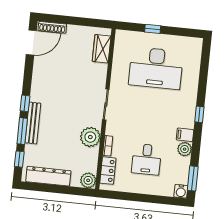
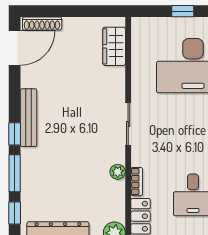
bench: (33, 123) -> (29, 118), moved
plant: (90, 137) -> (118, 172), width x0.53, depth x0.53

